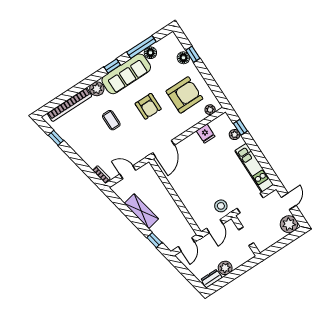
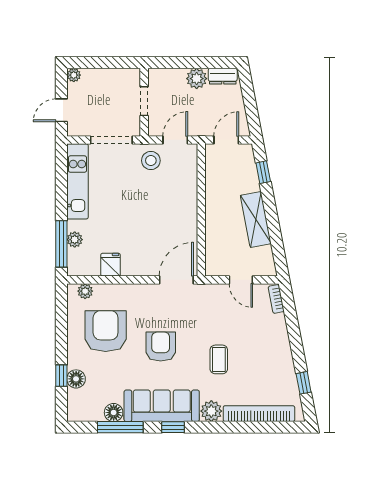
armchair: (184, 95) -> (106, 331), turned 90
window: (240, 127) -> (61, 244), width x2.17
plant: (289, 224) -> (74, 75), width x0.53, depth x0.53

